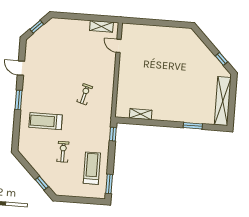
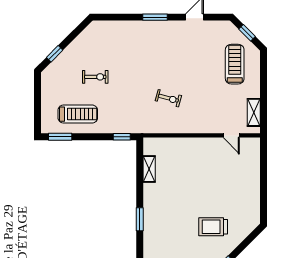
door: (119, 46) -> (231, 135), swing flipped
trolley: (191, 66) -> (213, 227), added
treadmill: (46, 121) -> (235, 64), moved
window: (193, 126) -> (140, 219), moved

